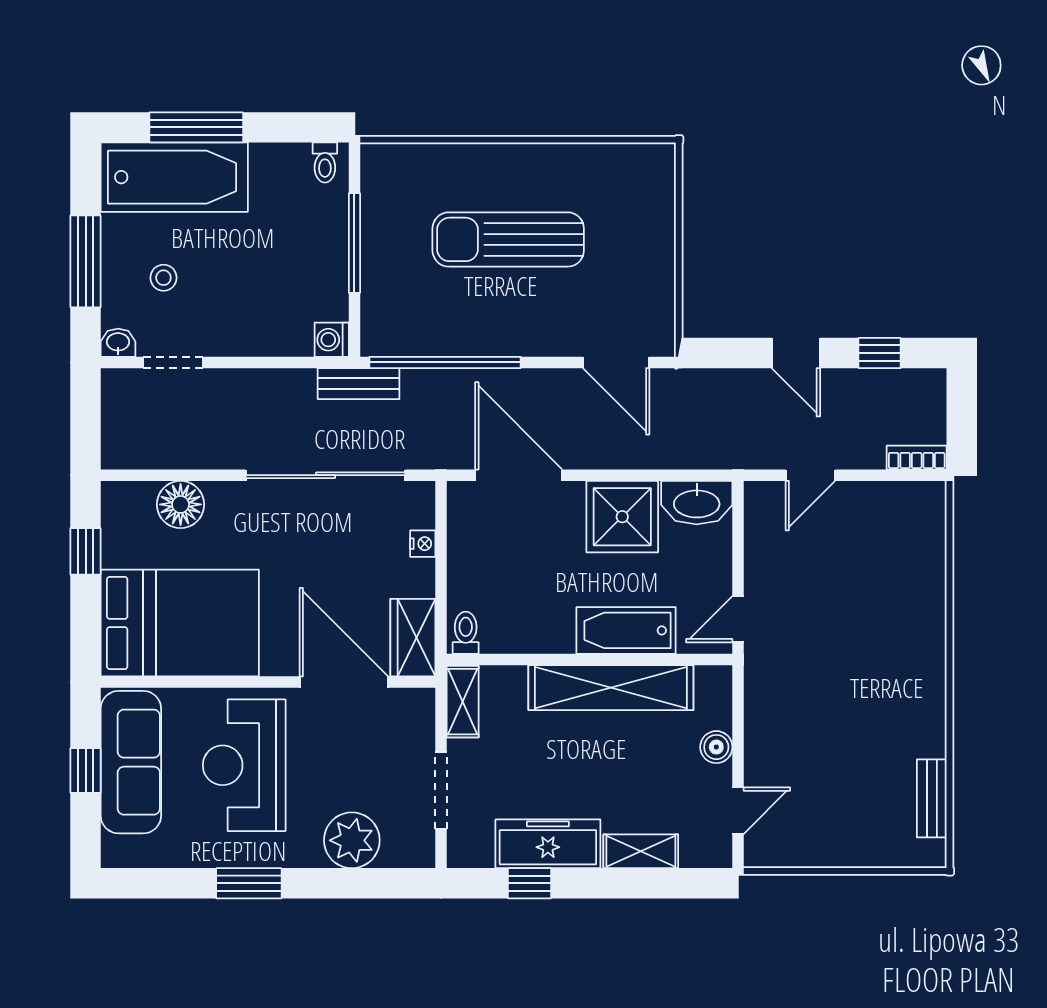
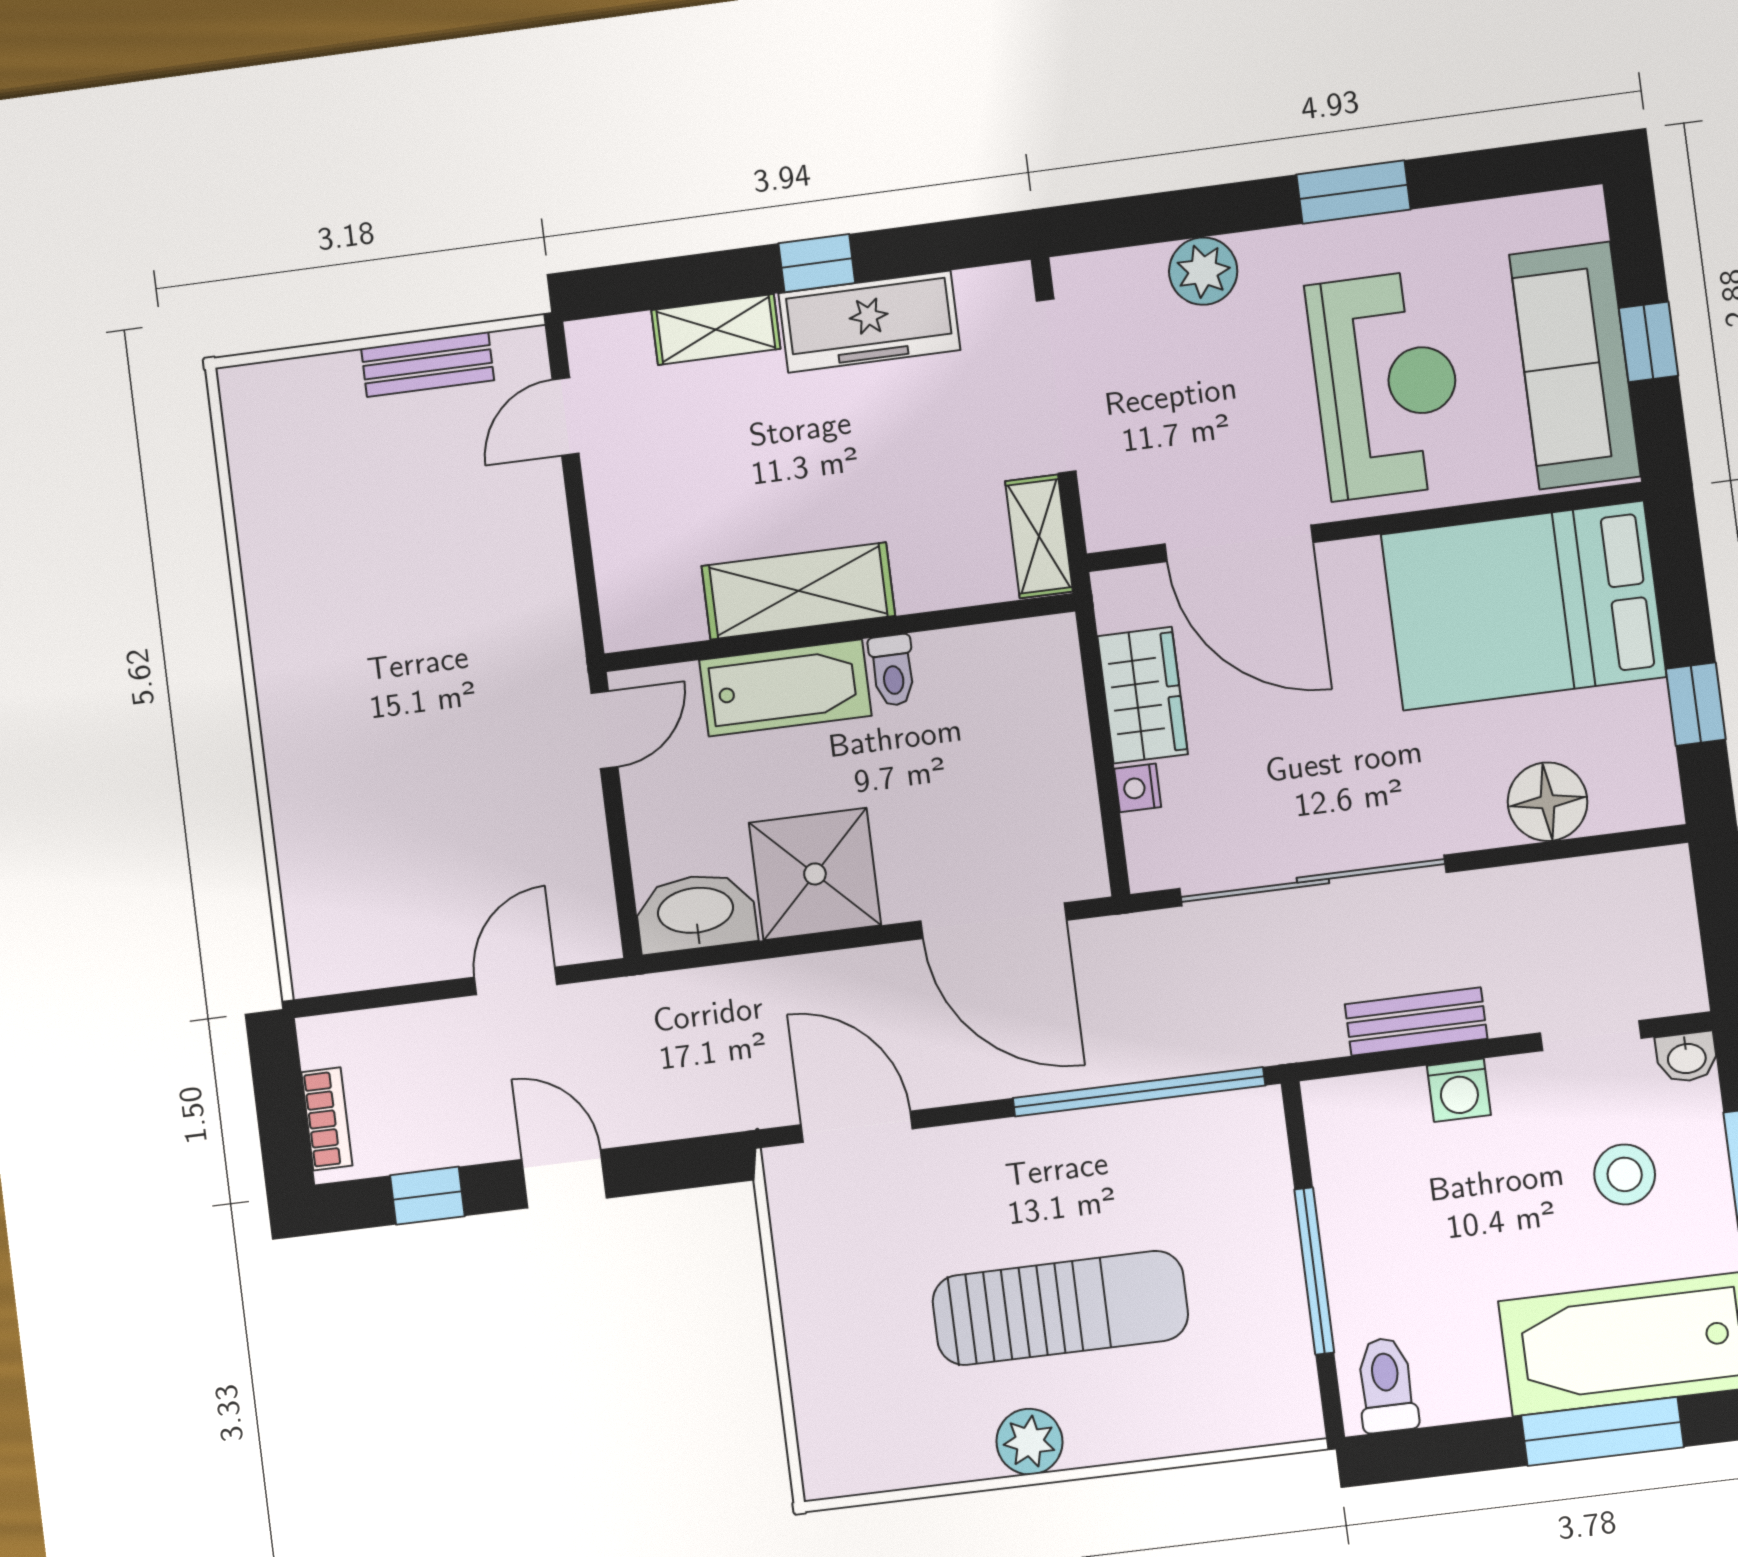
toilet: (325, 162) -> (1386, 1385), width x1.37, depth x1.39
plant: (537, 162) -> (1029, 1442), added
stool: (163, 278) -> (1625, 1174), width x1.37, depth x1.37
washing machine: (332, 340) -> (1459, 1090), moved, turned 90
bench: (359, 384) -> (1416, 1022), moved
bookcase: (917, 458) -> (327, 1119), moved, turned -90
toilet: (466, 633) -> (892, 670), moved
wardrobe: (413, 638) -> (1143, 695), moved
shelving: (611, 688) -> (798, 591), width x0.68
boiler: (716, 747) -> (614, 516), removed
doorway: (441, 790) -> (1056, 386), width x1.36
bench: (932, 798) -> (428, 364), moved, turned 90
plant: (352, 840) -> (1203, 271), width x0.73, depth x0.73
window: (529, 883) -> (817, 263), moved

